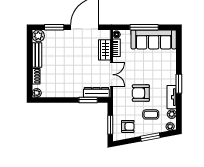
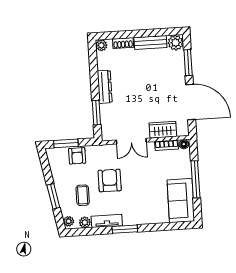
sofa: (154, 39) -> (181, 201), width x0.73
dresser: (96, 92) -> (105, 87), moved
armchair: (128, 126) -> (77, 156), moved

